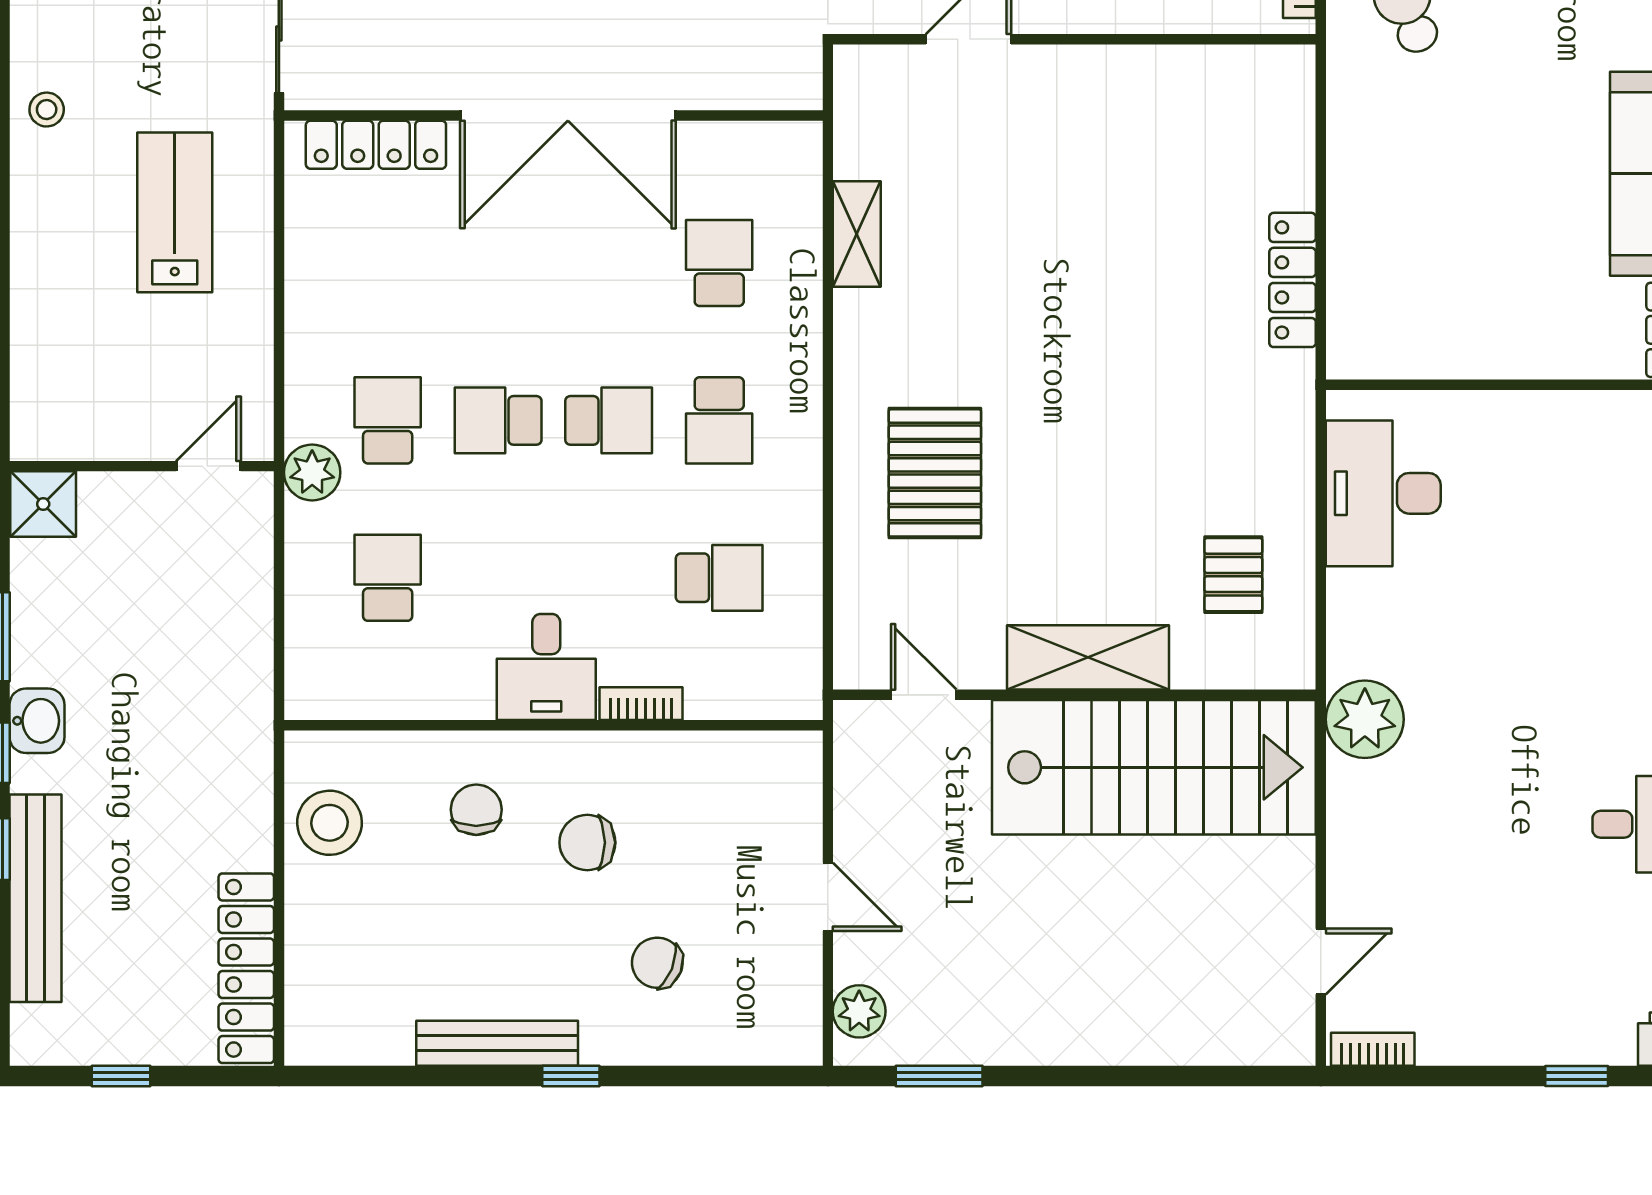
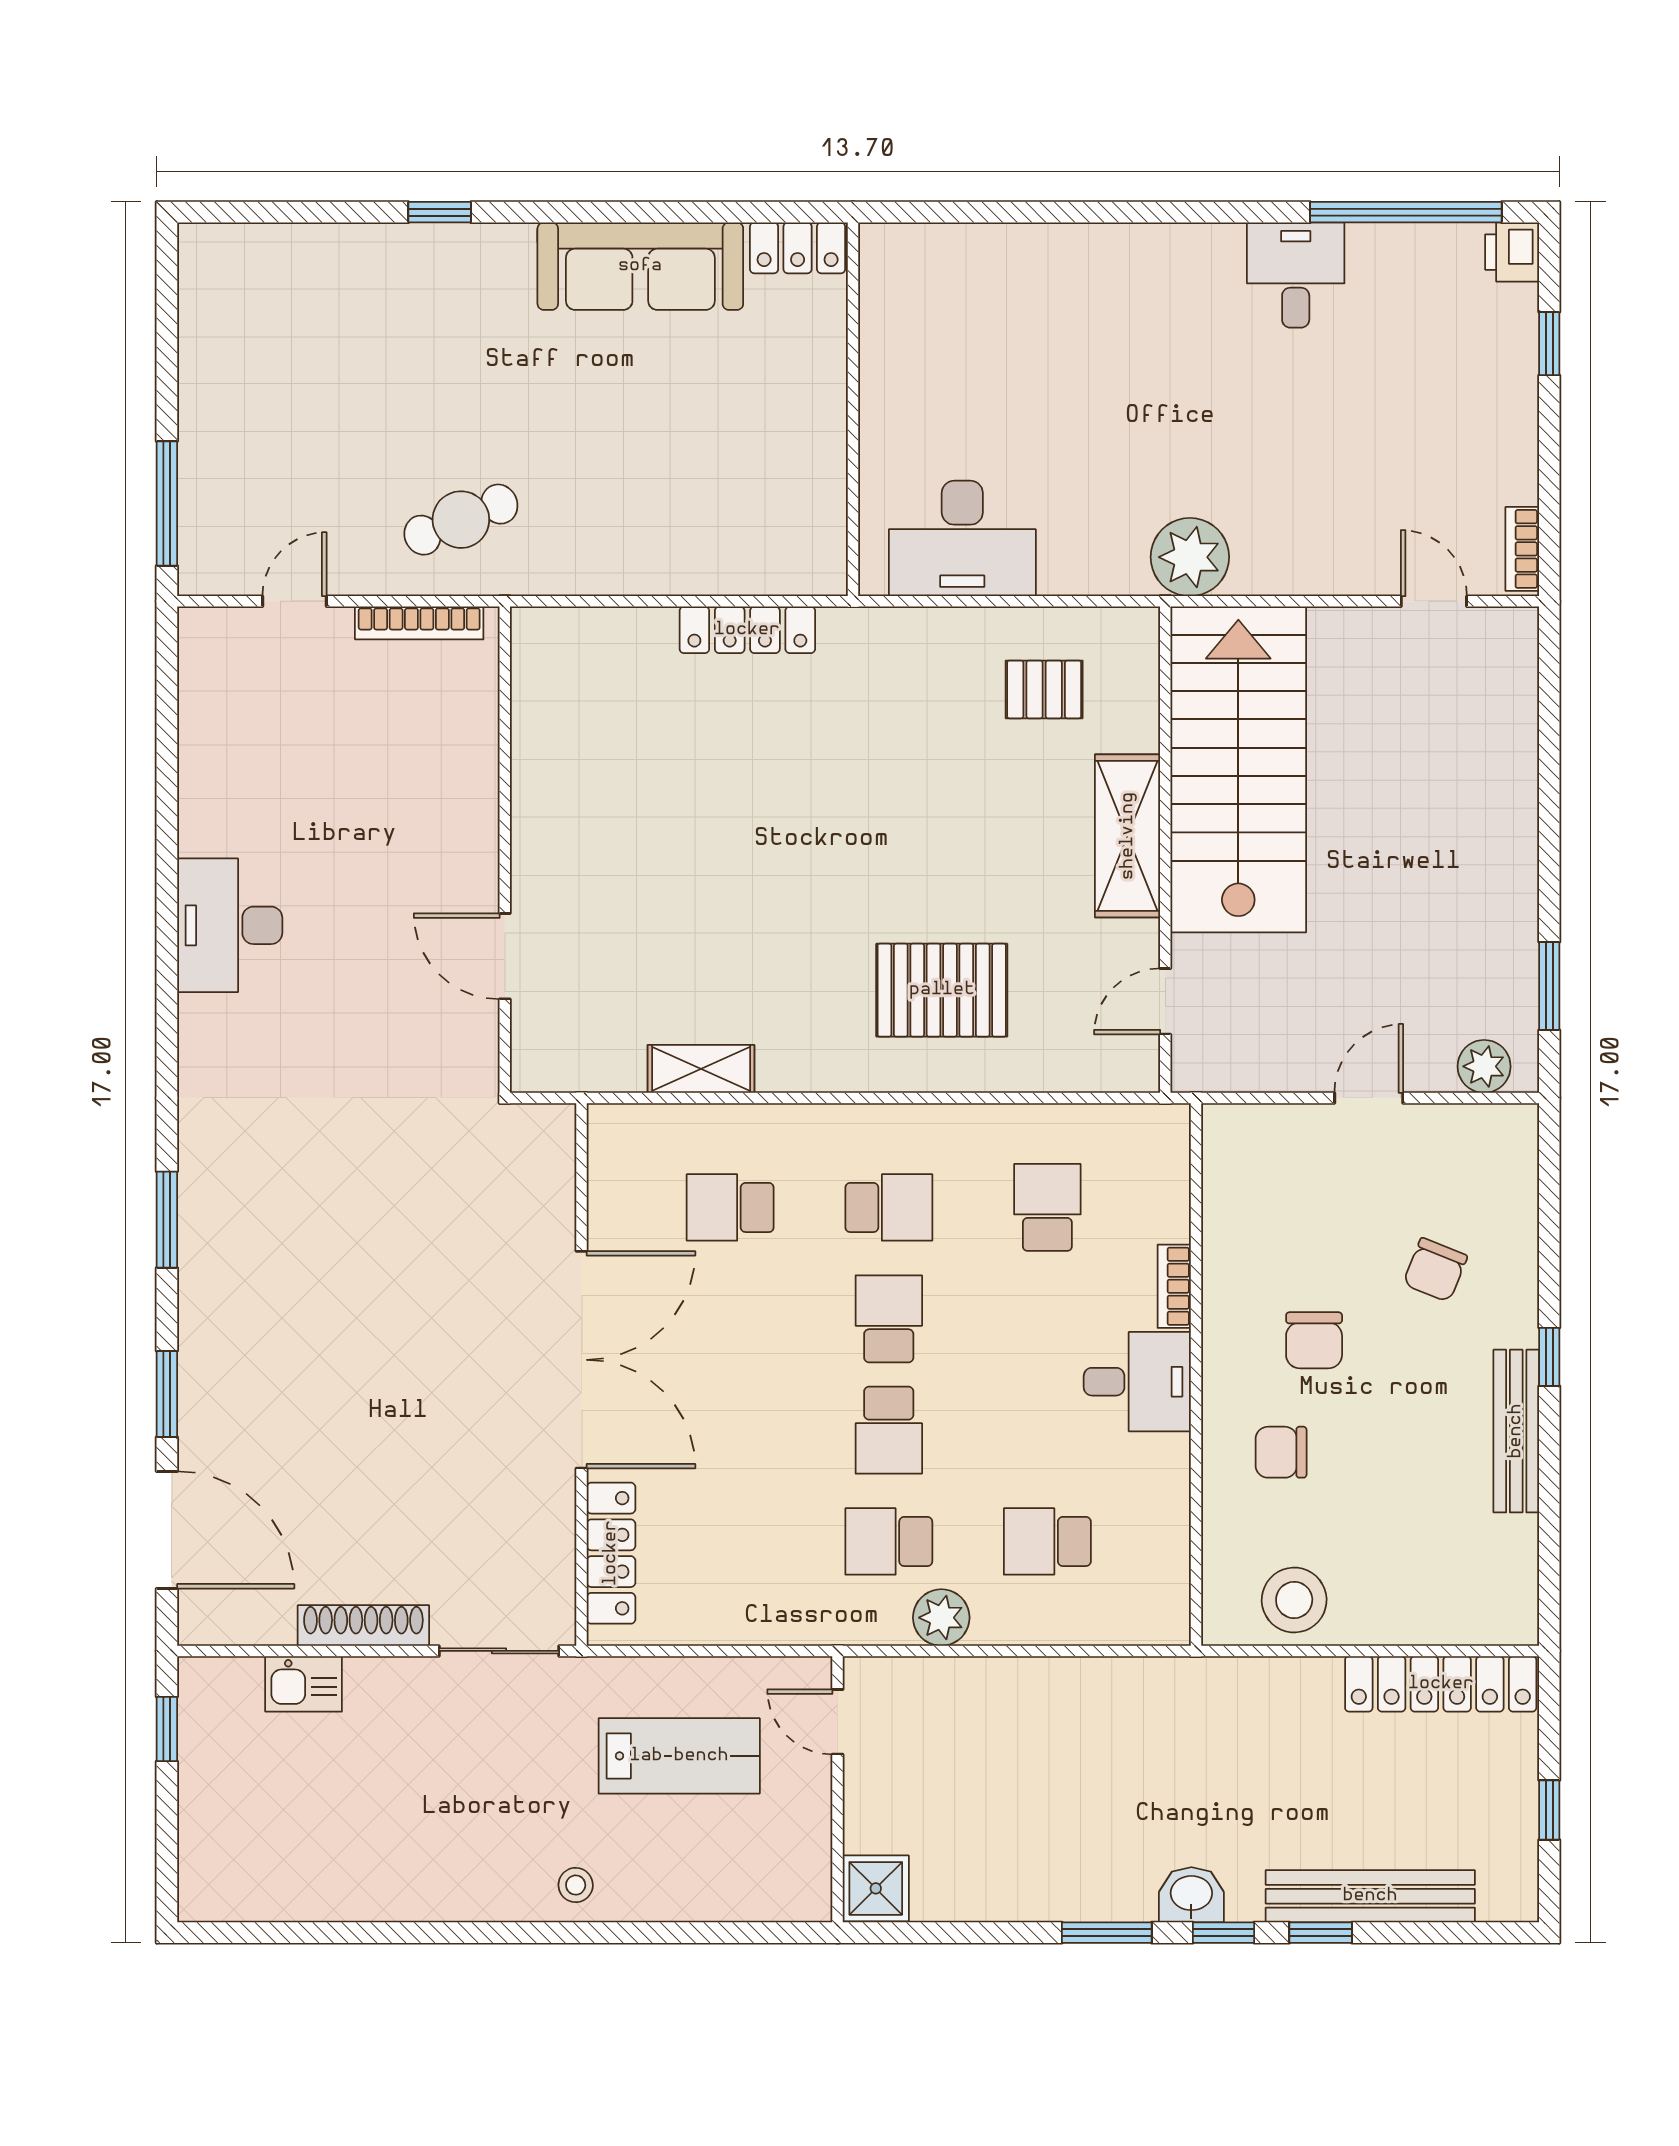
lab bench: (175, 212) -> (679, 1756), turned 180
wall: (142, 466) -> (838, 1789), moved
door: (209, 466) -> (838, 1722), moved
shower: (43, 504) -> (876, 1888), moved

